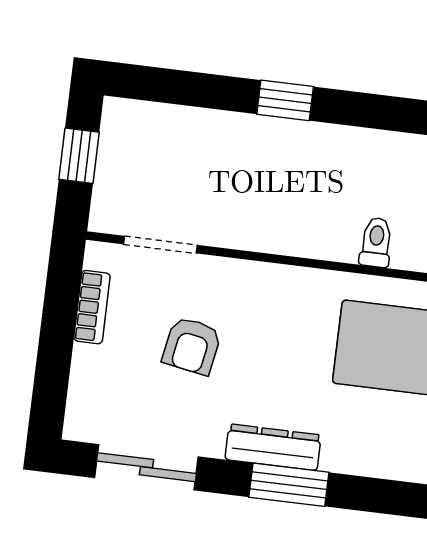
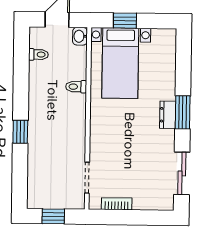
armchair: (192, 346) -> (128, 160), removed
dresser: (273, 447) -> (168, 115), width x0.70

